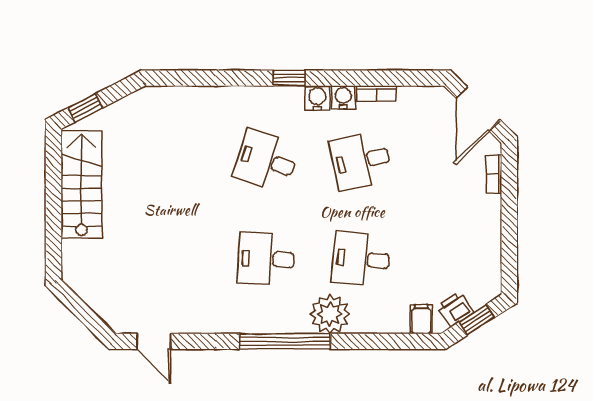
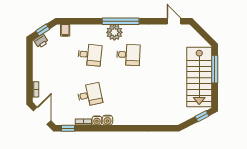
window: (289, 78) -> (68, 128), moved
desk: (266, 161) -> (128, 95), removed
stairs: (81, 185) -> (199, 77), width x1.36, depth x1.51
window: (54, 224) -> (215, 69), added
printer: (455, 309) -> (41, 41), moved
plant: (330, 314) -> (114, 32), moved

